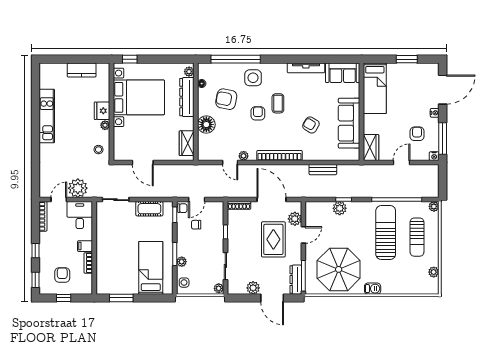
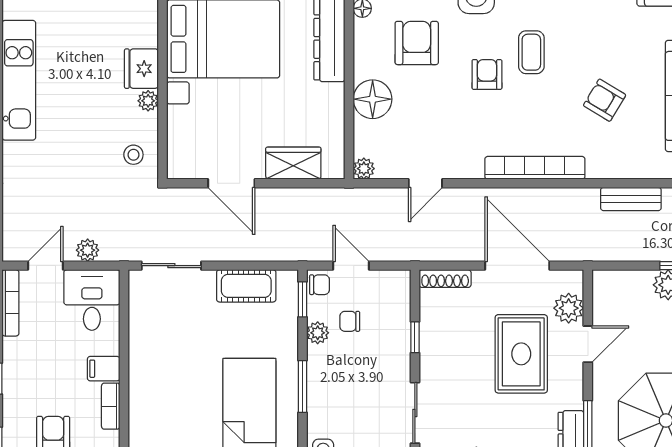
armchair: (226, 99) -> (417, 43), turned 79
wardrobe: (187, 143) -> (293, 163), moved, turned 90
plant: (244, 156) -> (364, 169), moved
door: (230, 162) -> (425, 183), hinge flipped
plant: (78, 188) -> (88, 250), width x0.53, depth x0.53
door: (197, 200) -> (351, 266), swing flipped
plant: (182, 262) -> (318, 333), moved

